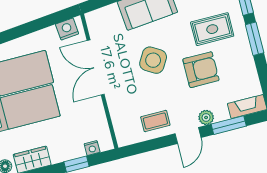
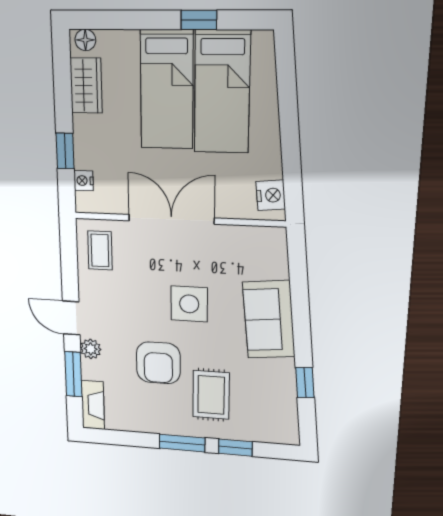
side table: (153, 60) -> (189, 304), turned -31
double door: (96, 67) -> (171, 219), moved
coffee table: (155, 121) -> (100, 250), moved

